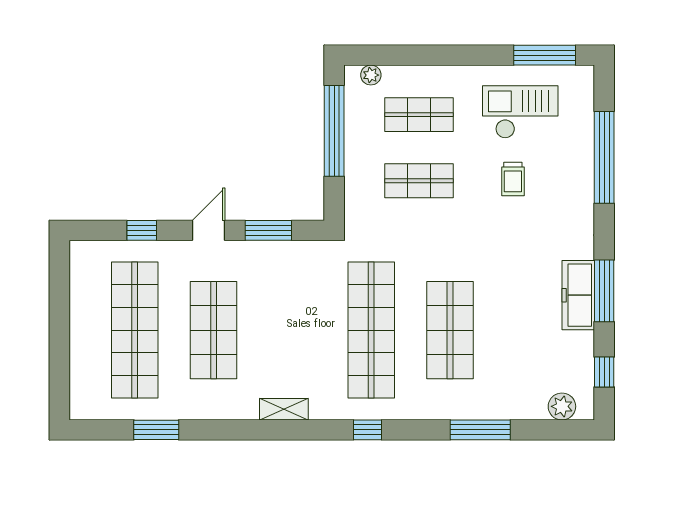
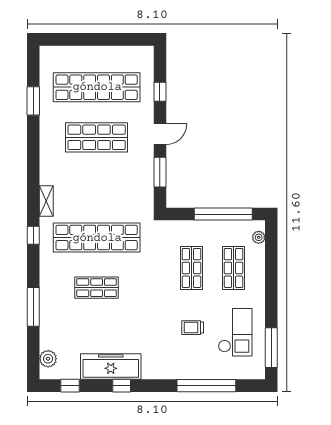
door: (208, 230) -> (160, 134), hinge flipped
window: (604, 291) -> (122, 386), width x0.46
freezer: (578, 295) -> (111, 366), width x1.36, depth x1.26
shop shelf: (450, 330) -> (97, 288), width x0.70, depth x0.74
shelving: (284, 409) -> (46, 201), moved

